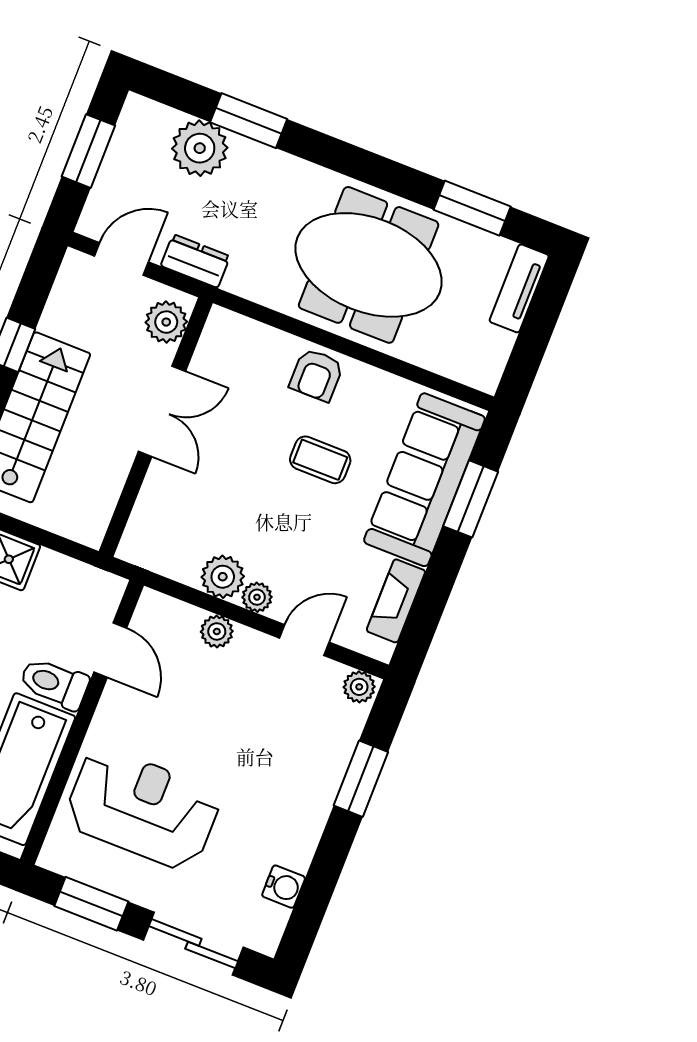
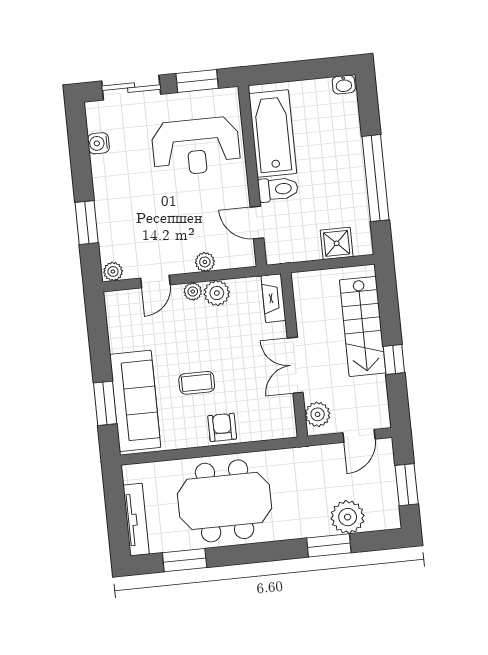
dresser: (195, 261) -> (319, 455), removed
tv unit: (519, 288) -> (136, 520), width x1.41
fireplace: (396, 601) -> (273, 298), moved, turned 180

